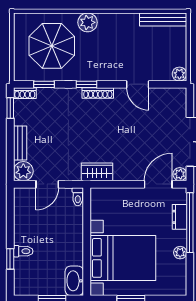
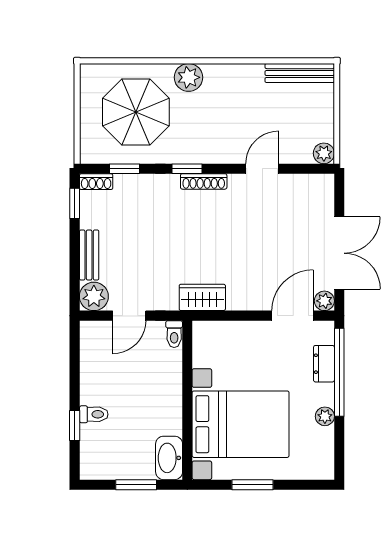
door: (138, 84) -> (262, 169), swing flipped

